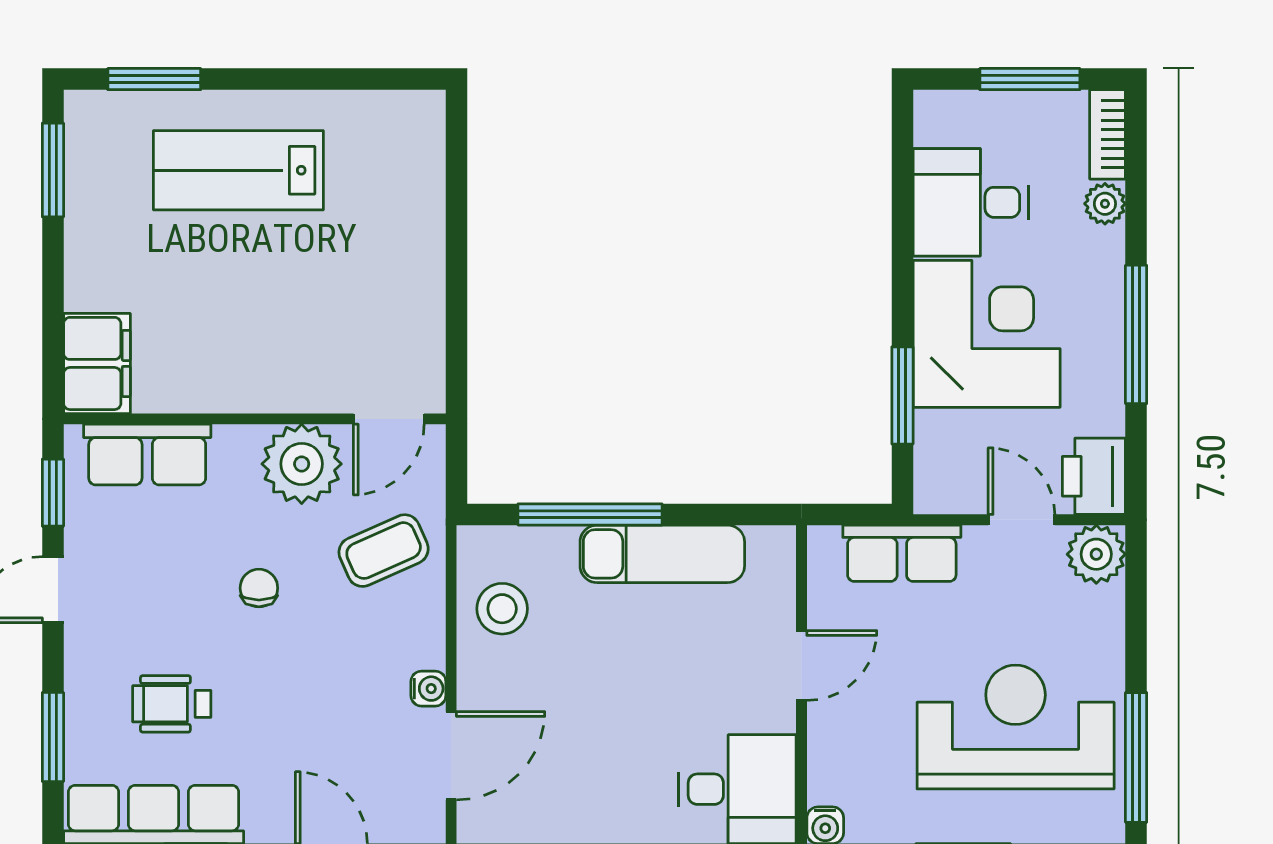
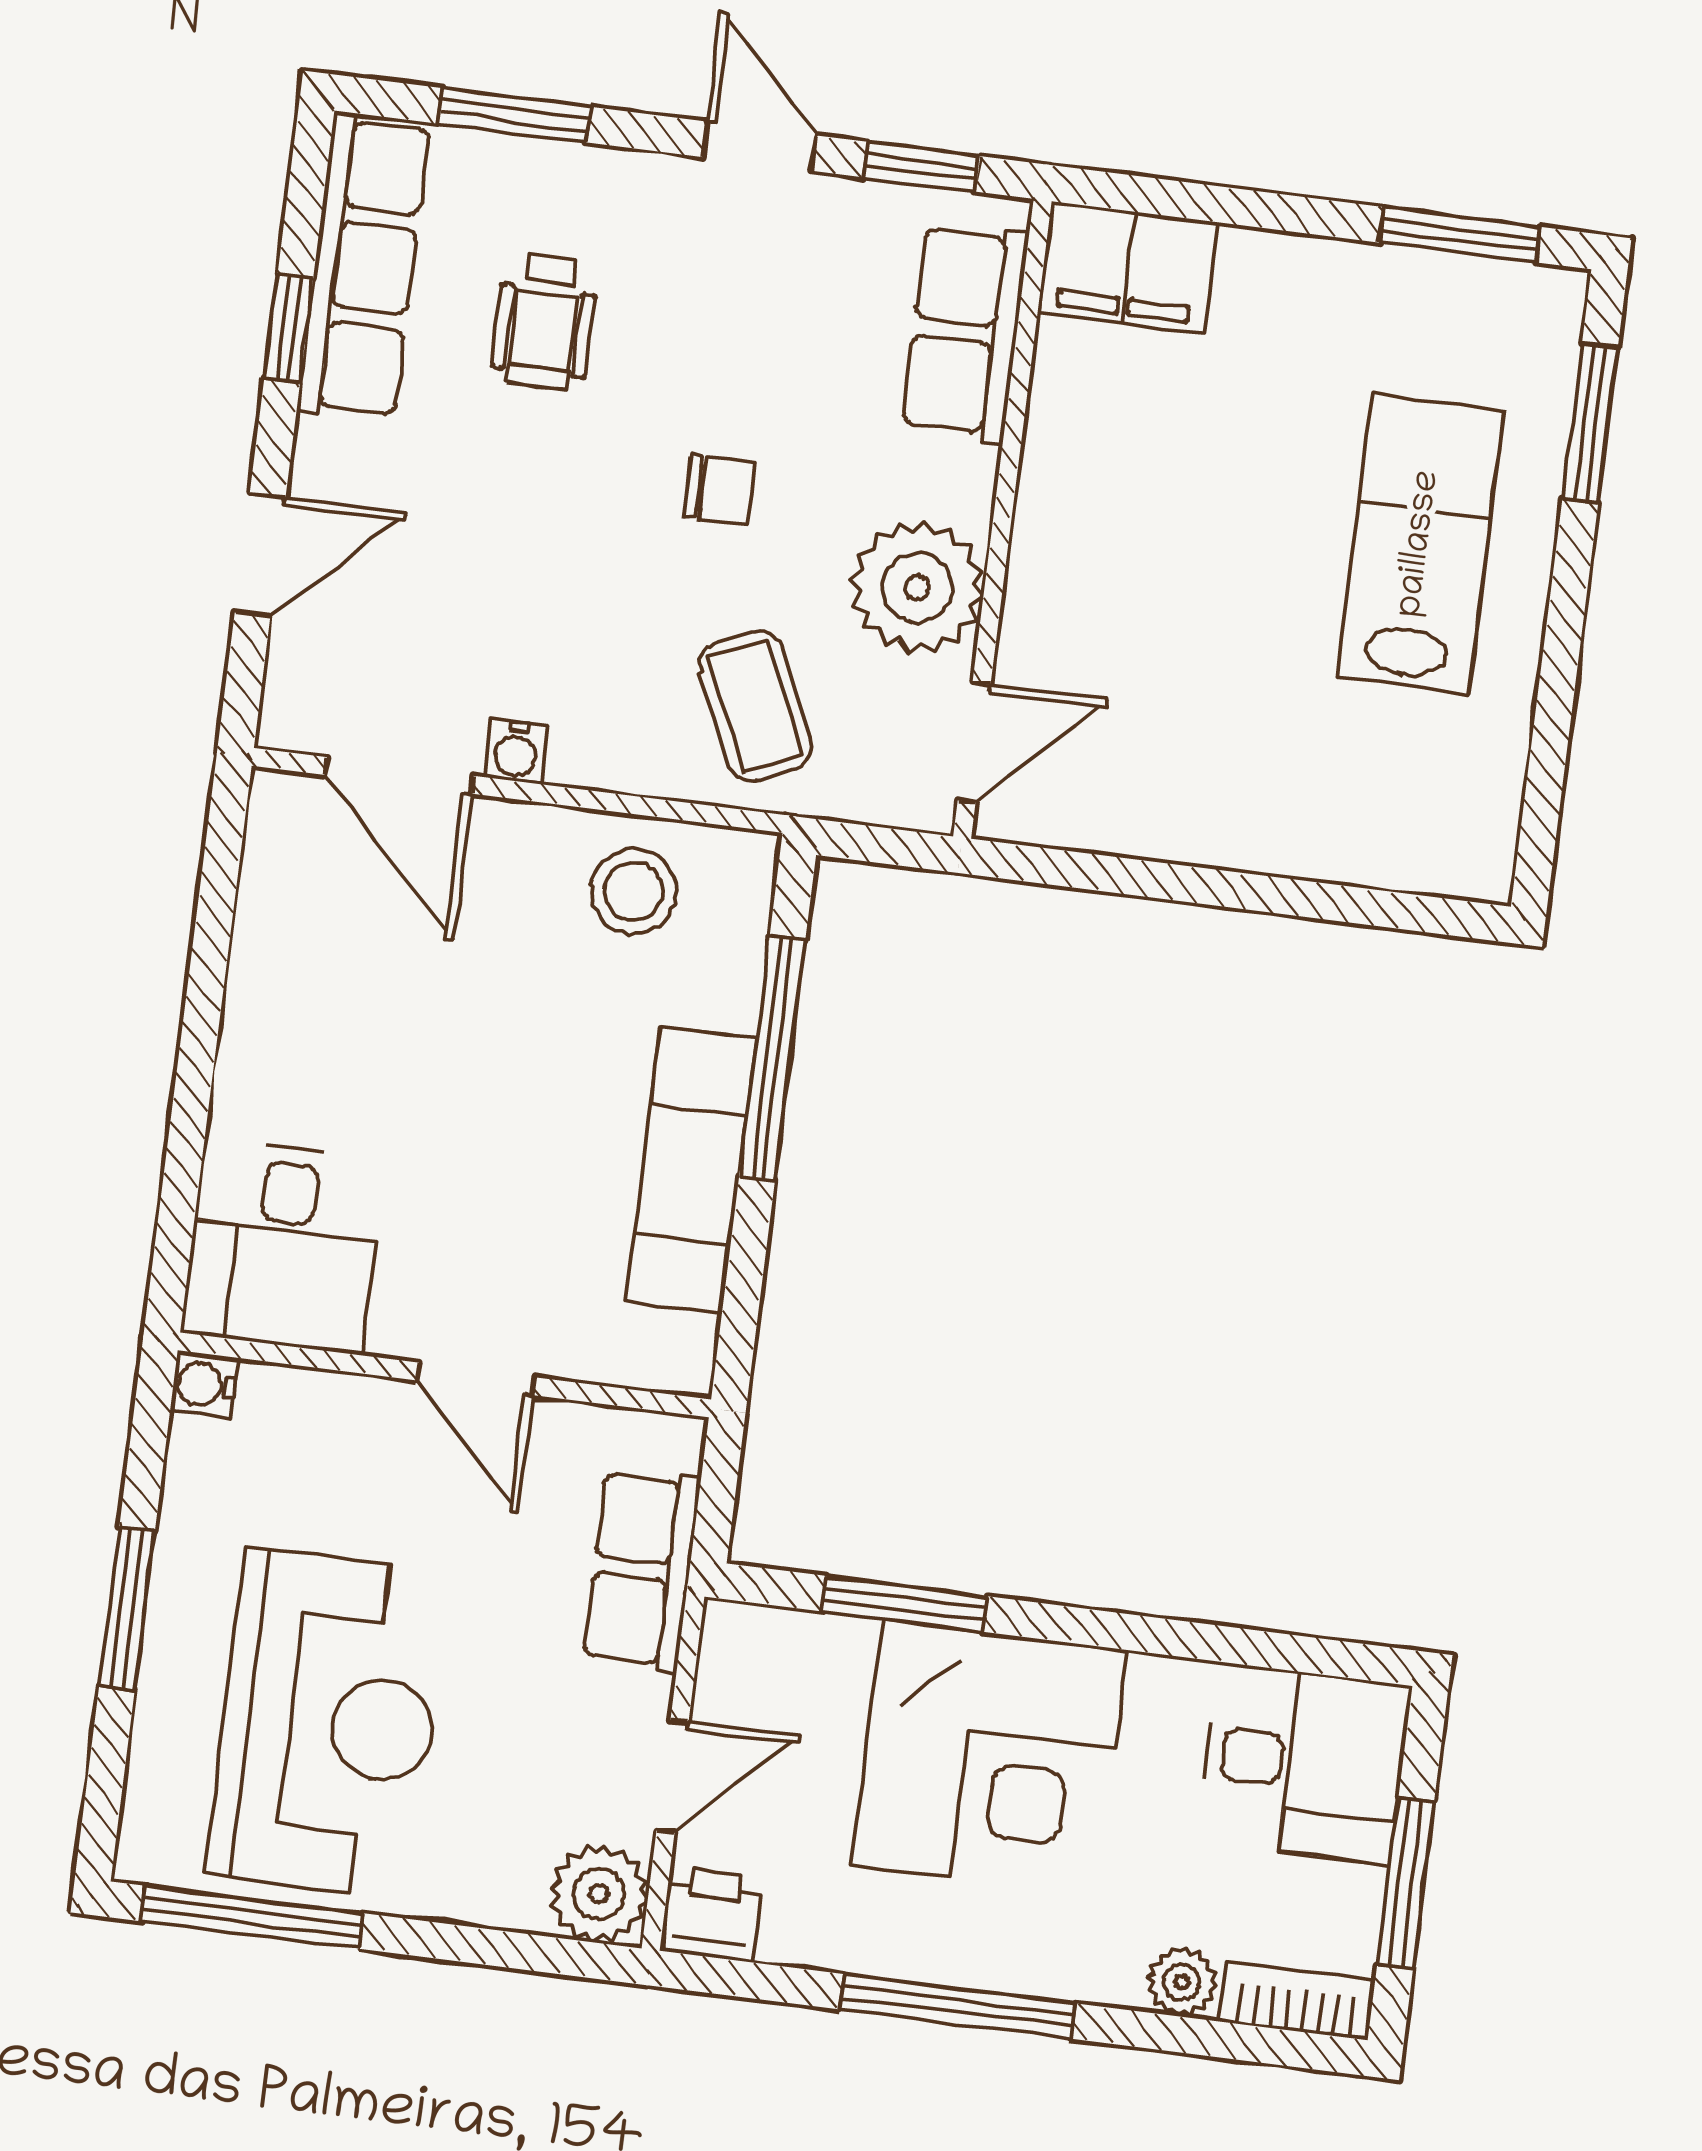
desk: (971, 202) -> (1305, 1763), moved, turned 90
door: (389, 419) -> (974, 742), swing flipped
printer: (1094, 476) -> (712, 1914), width x0.73, depth x0.81
wheelchair: (172, 704) -> (545, 320), turned 180

